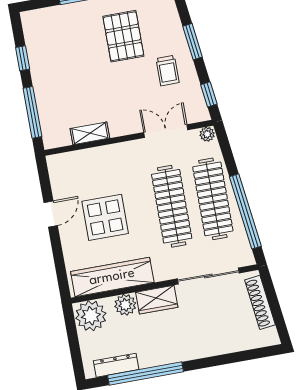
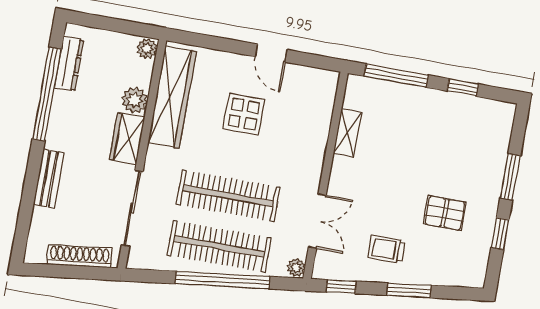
pallet: (123, 36) -> (445, 213), width x0.67, depth x0.71
window: (245, 211) -> (222, 280), moved
display table: (105, 217) -> (244, 114), width x0.73, depth x0.73
plant: (91, 316) -> (147, 49), width x0.53, depth x0.53
bench: (210, 348) -> (49, 179), added

